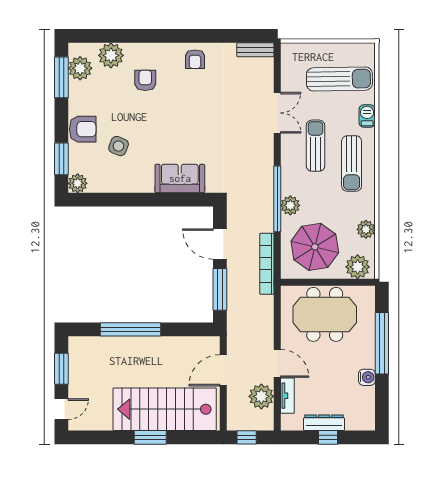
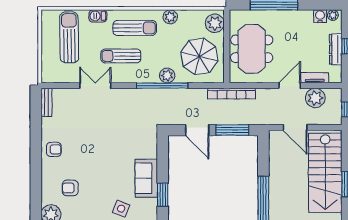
sofa: (180, 178) -> (146, 178), moved
window: (137, 200) -> (163, 195), added
plant: (366, 229) -> (170, 17), moved
door: (220, 244) -> (197, 130), hinge flipped
bookcase: (267, 264) -> (231, 94), moved
water cooler: (367, 377) -> (320, 16), moved
plant: (368, 419) -> (333, 15), added

